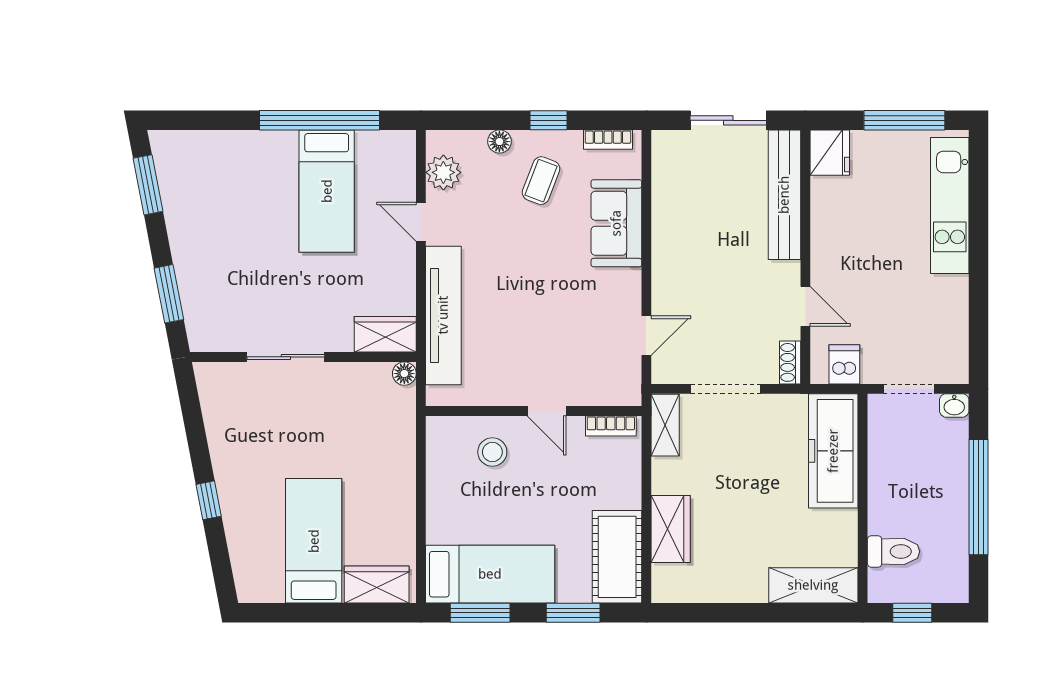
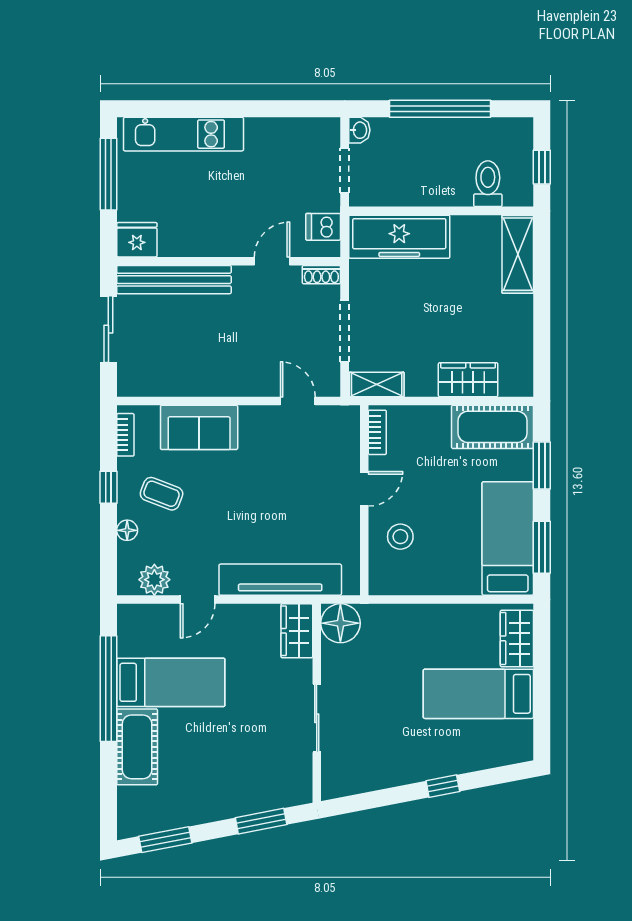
cot: (253, 153) -> (137, 747), added
floor lamp: (404, 374) -> (340, 623), width x1.89, depth x1.89

